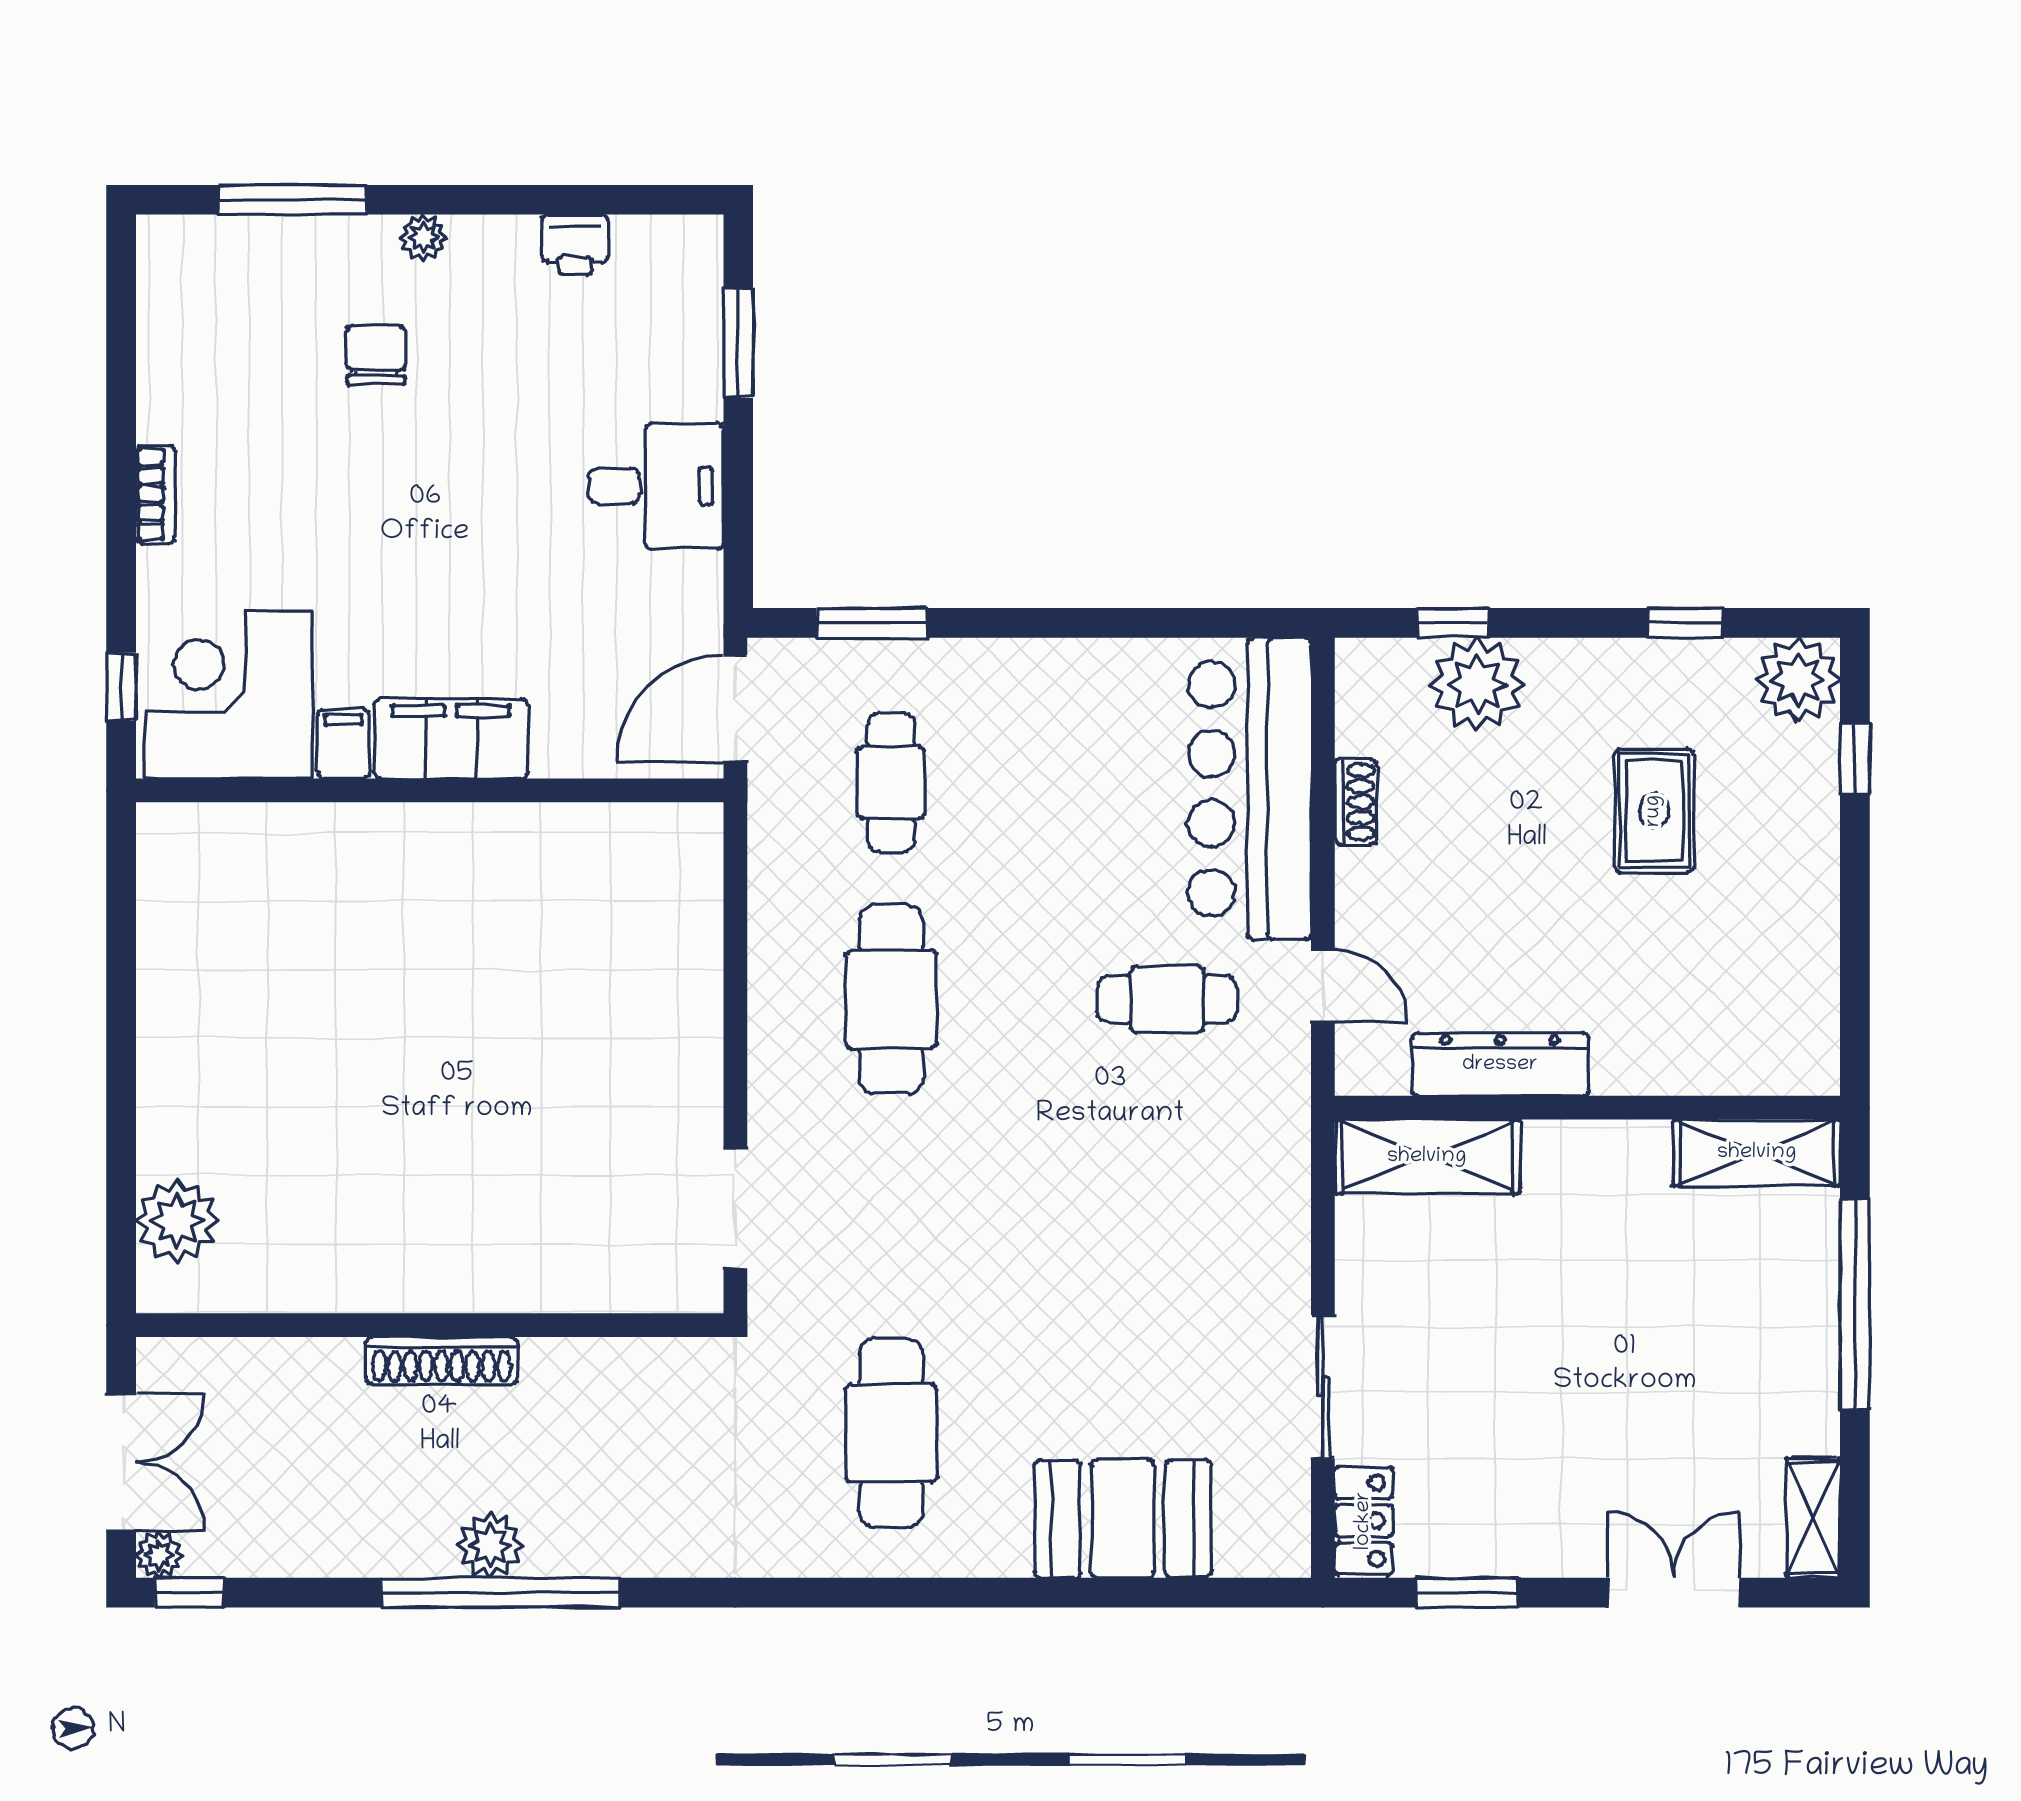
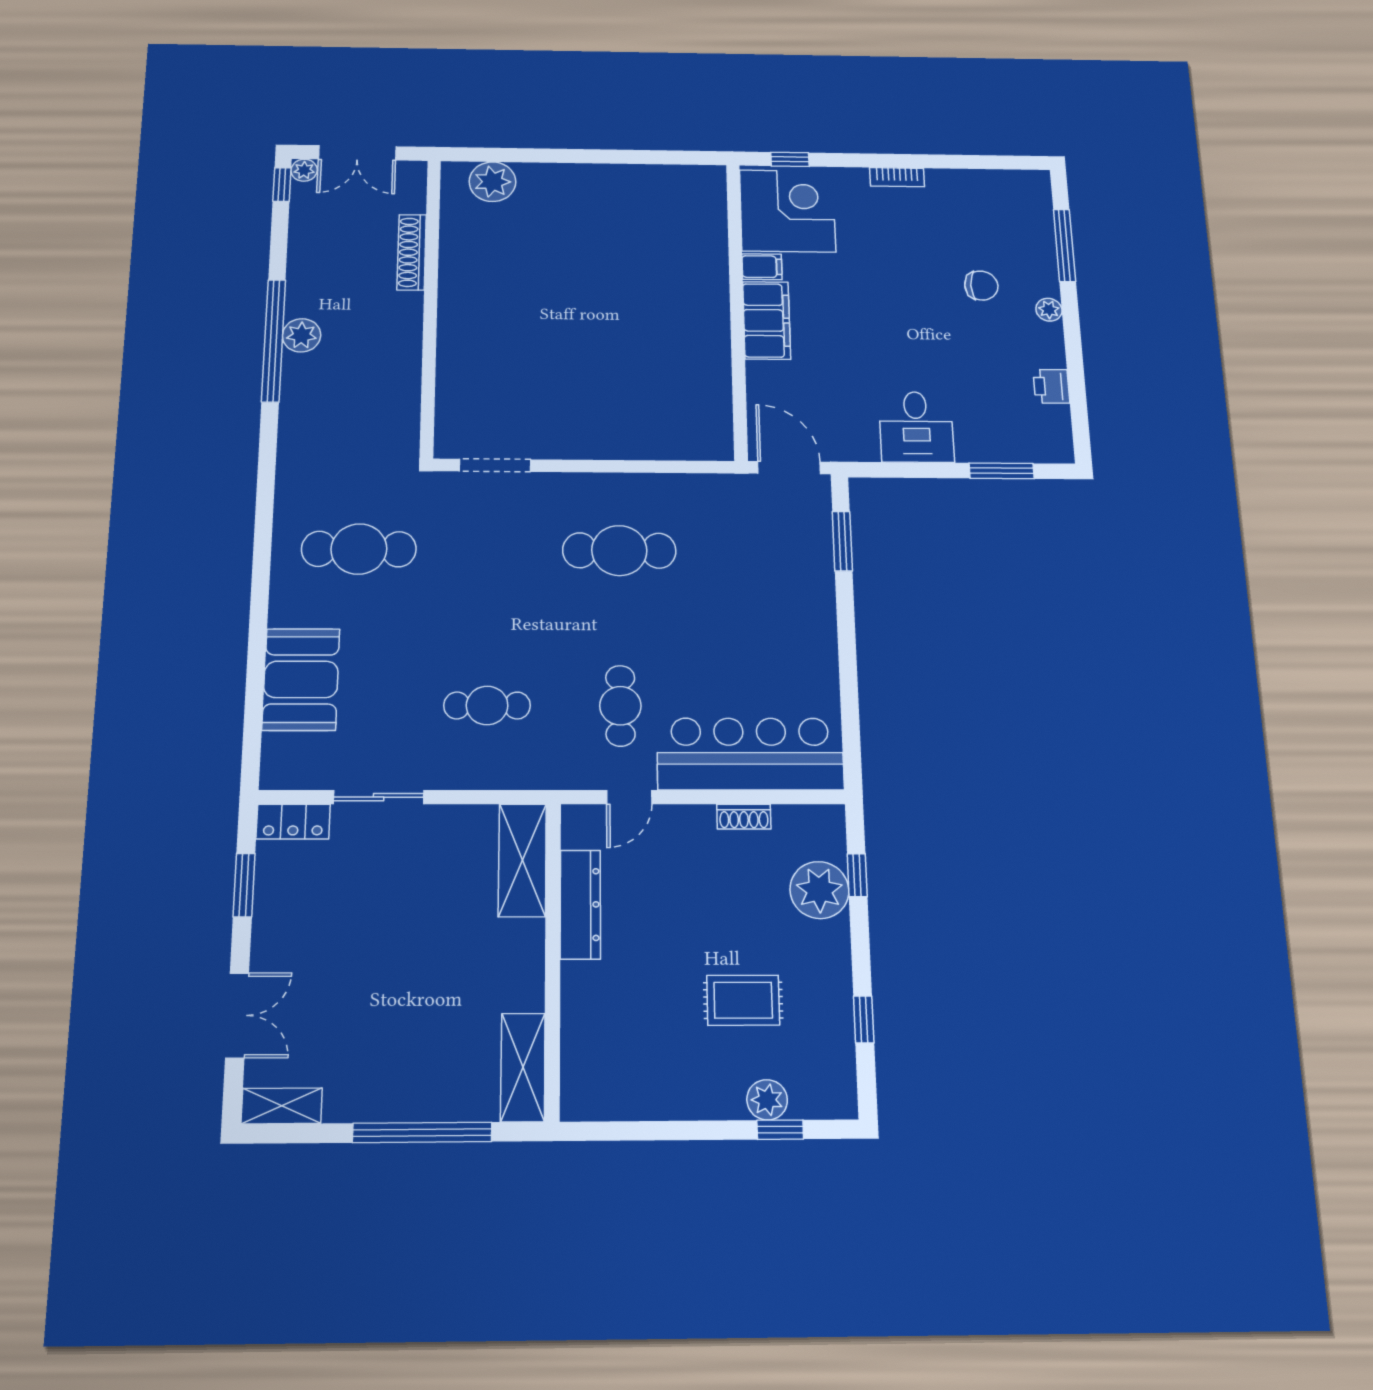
plant: (1798, 680) -> (767, 1100), moved, width x0.73, depth x0.73
cafe table: (891, 782) -> (487, 705), moved
shoe rack: (441, 1360) -> (412, 252), moved

